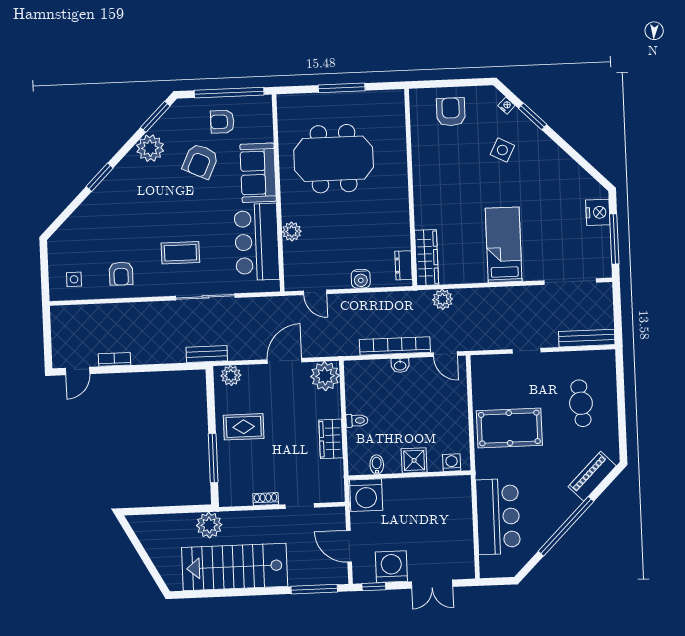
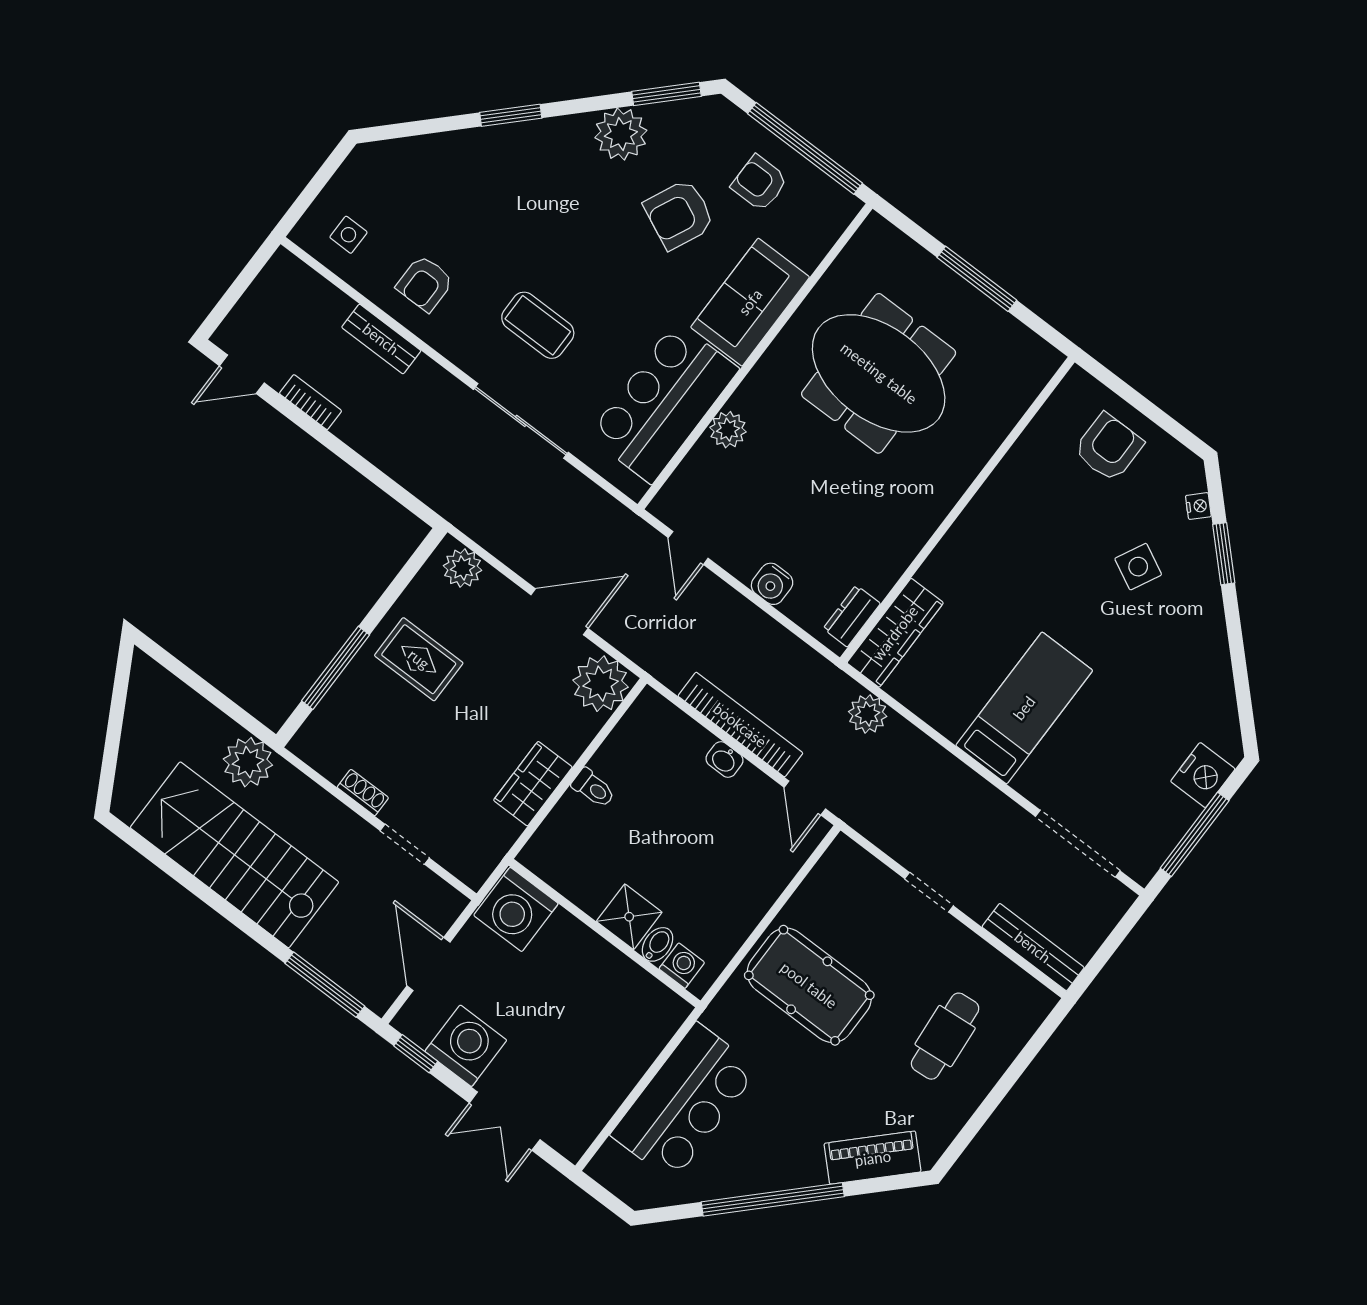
bench: (207, 354) -> (381, 339), moved
bidet: (377, 465) -> (658, 944), moved

